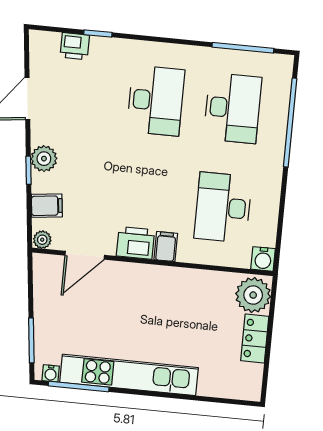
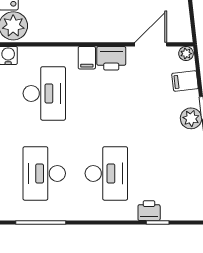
printer: (75, 46) -> (149, 211), moved
desk: (156, 101) -> (106, 173), turned 180

